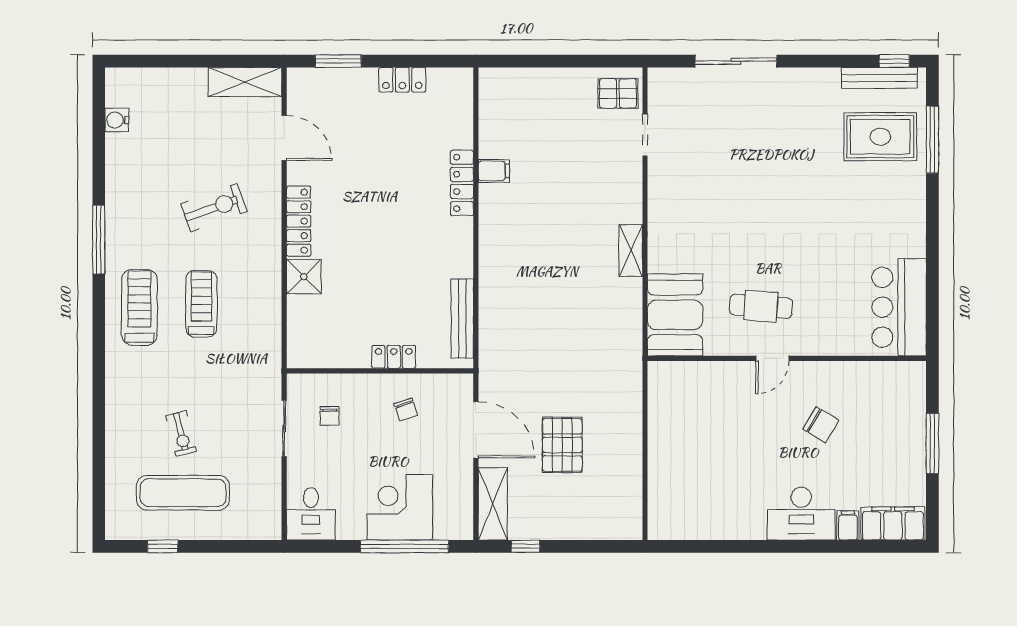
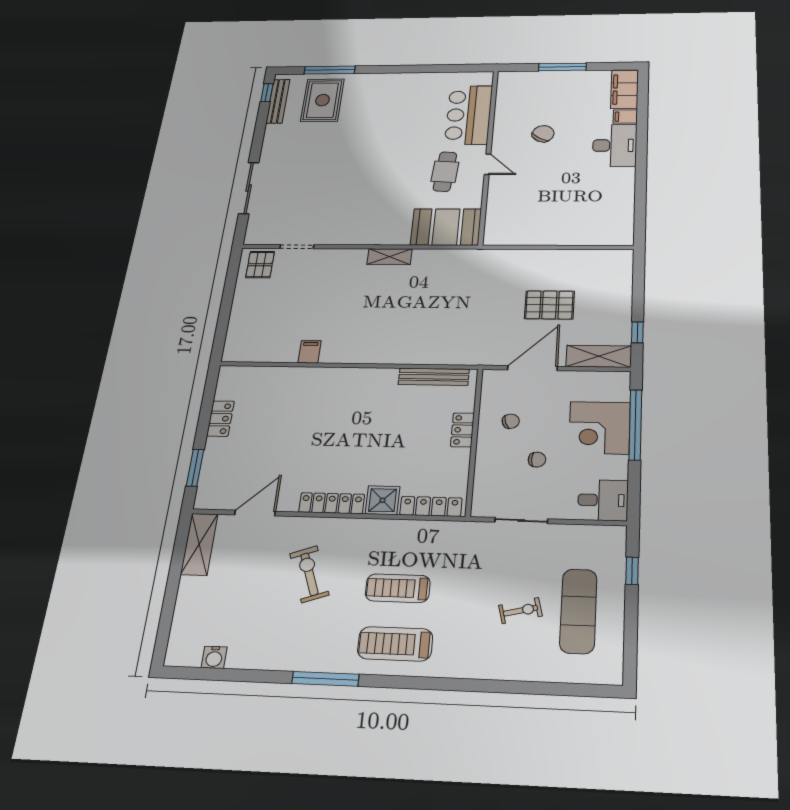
locker: (462, 183) -> (431, 506), moved, turned 180
bar counter: (899, 307) -> (469, 115), moved, turned 90
chair: (330, 416) -> (537, 460), moved
window: (163, 546) -> (632, 571), moved

